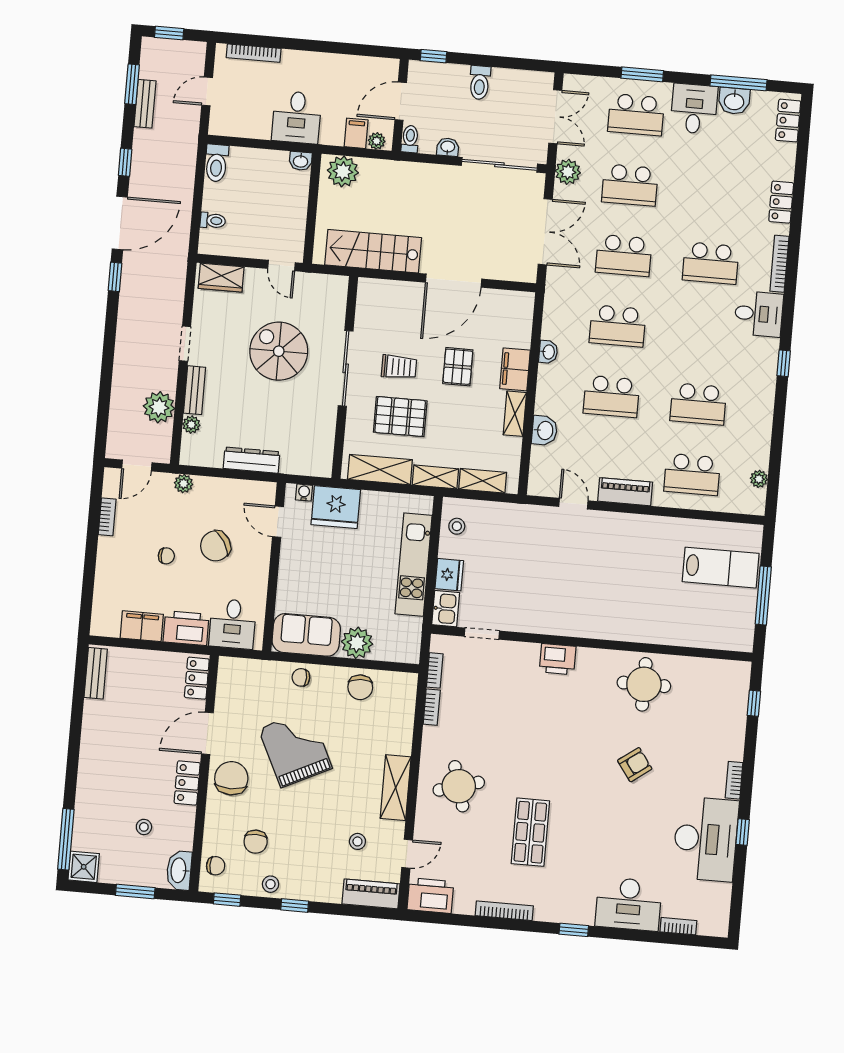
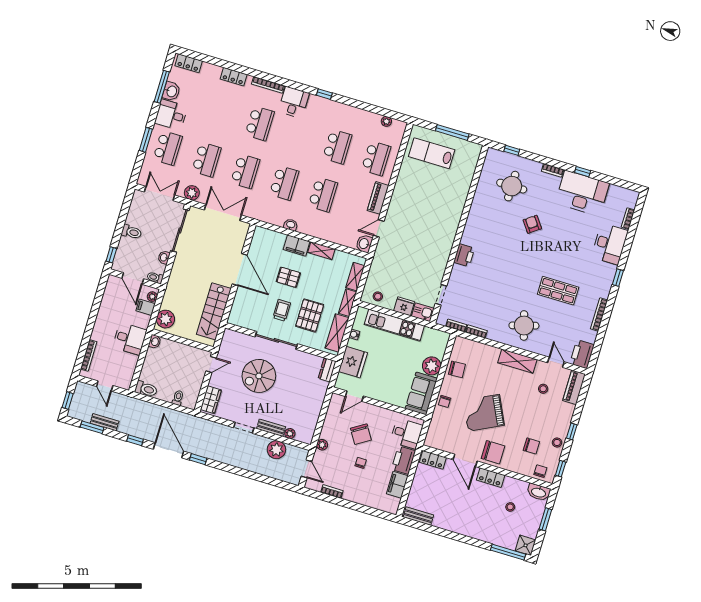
washbasin: (545, 431) -> (364, 244), moved, turned -90
dresser: (252, 460) -> (327, 370), moved, width x0.70
water cooler: (304, 493) -> (354, 334), moved
lab bench: (721, 568) -> (432, 153), turned -90
round table: (644, 684) -> (512, 186), moved
chair: (231, 778) -> (493, 452), turned 180

